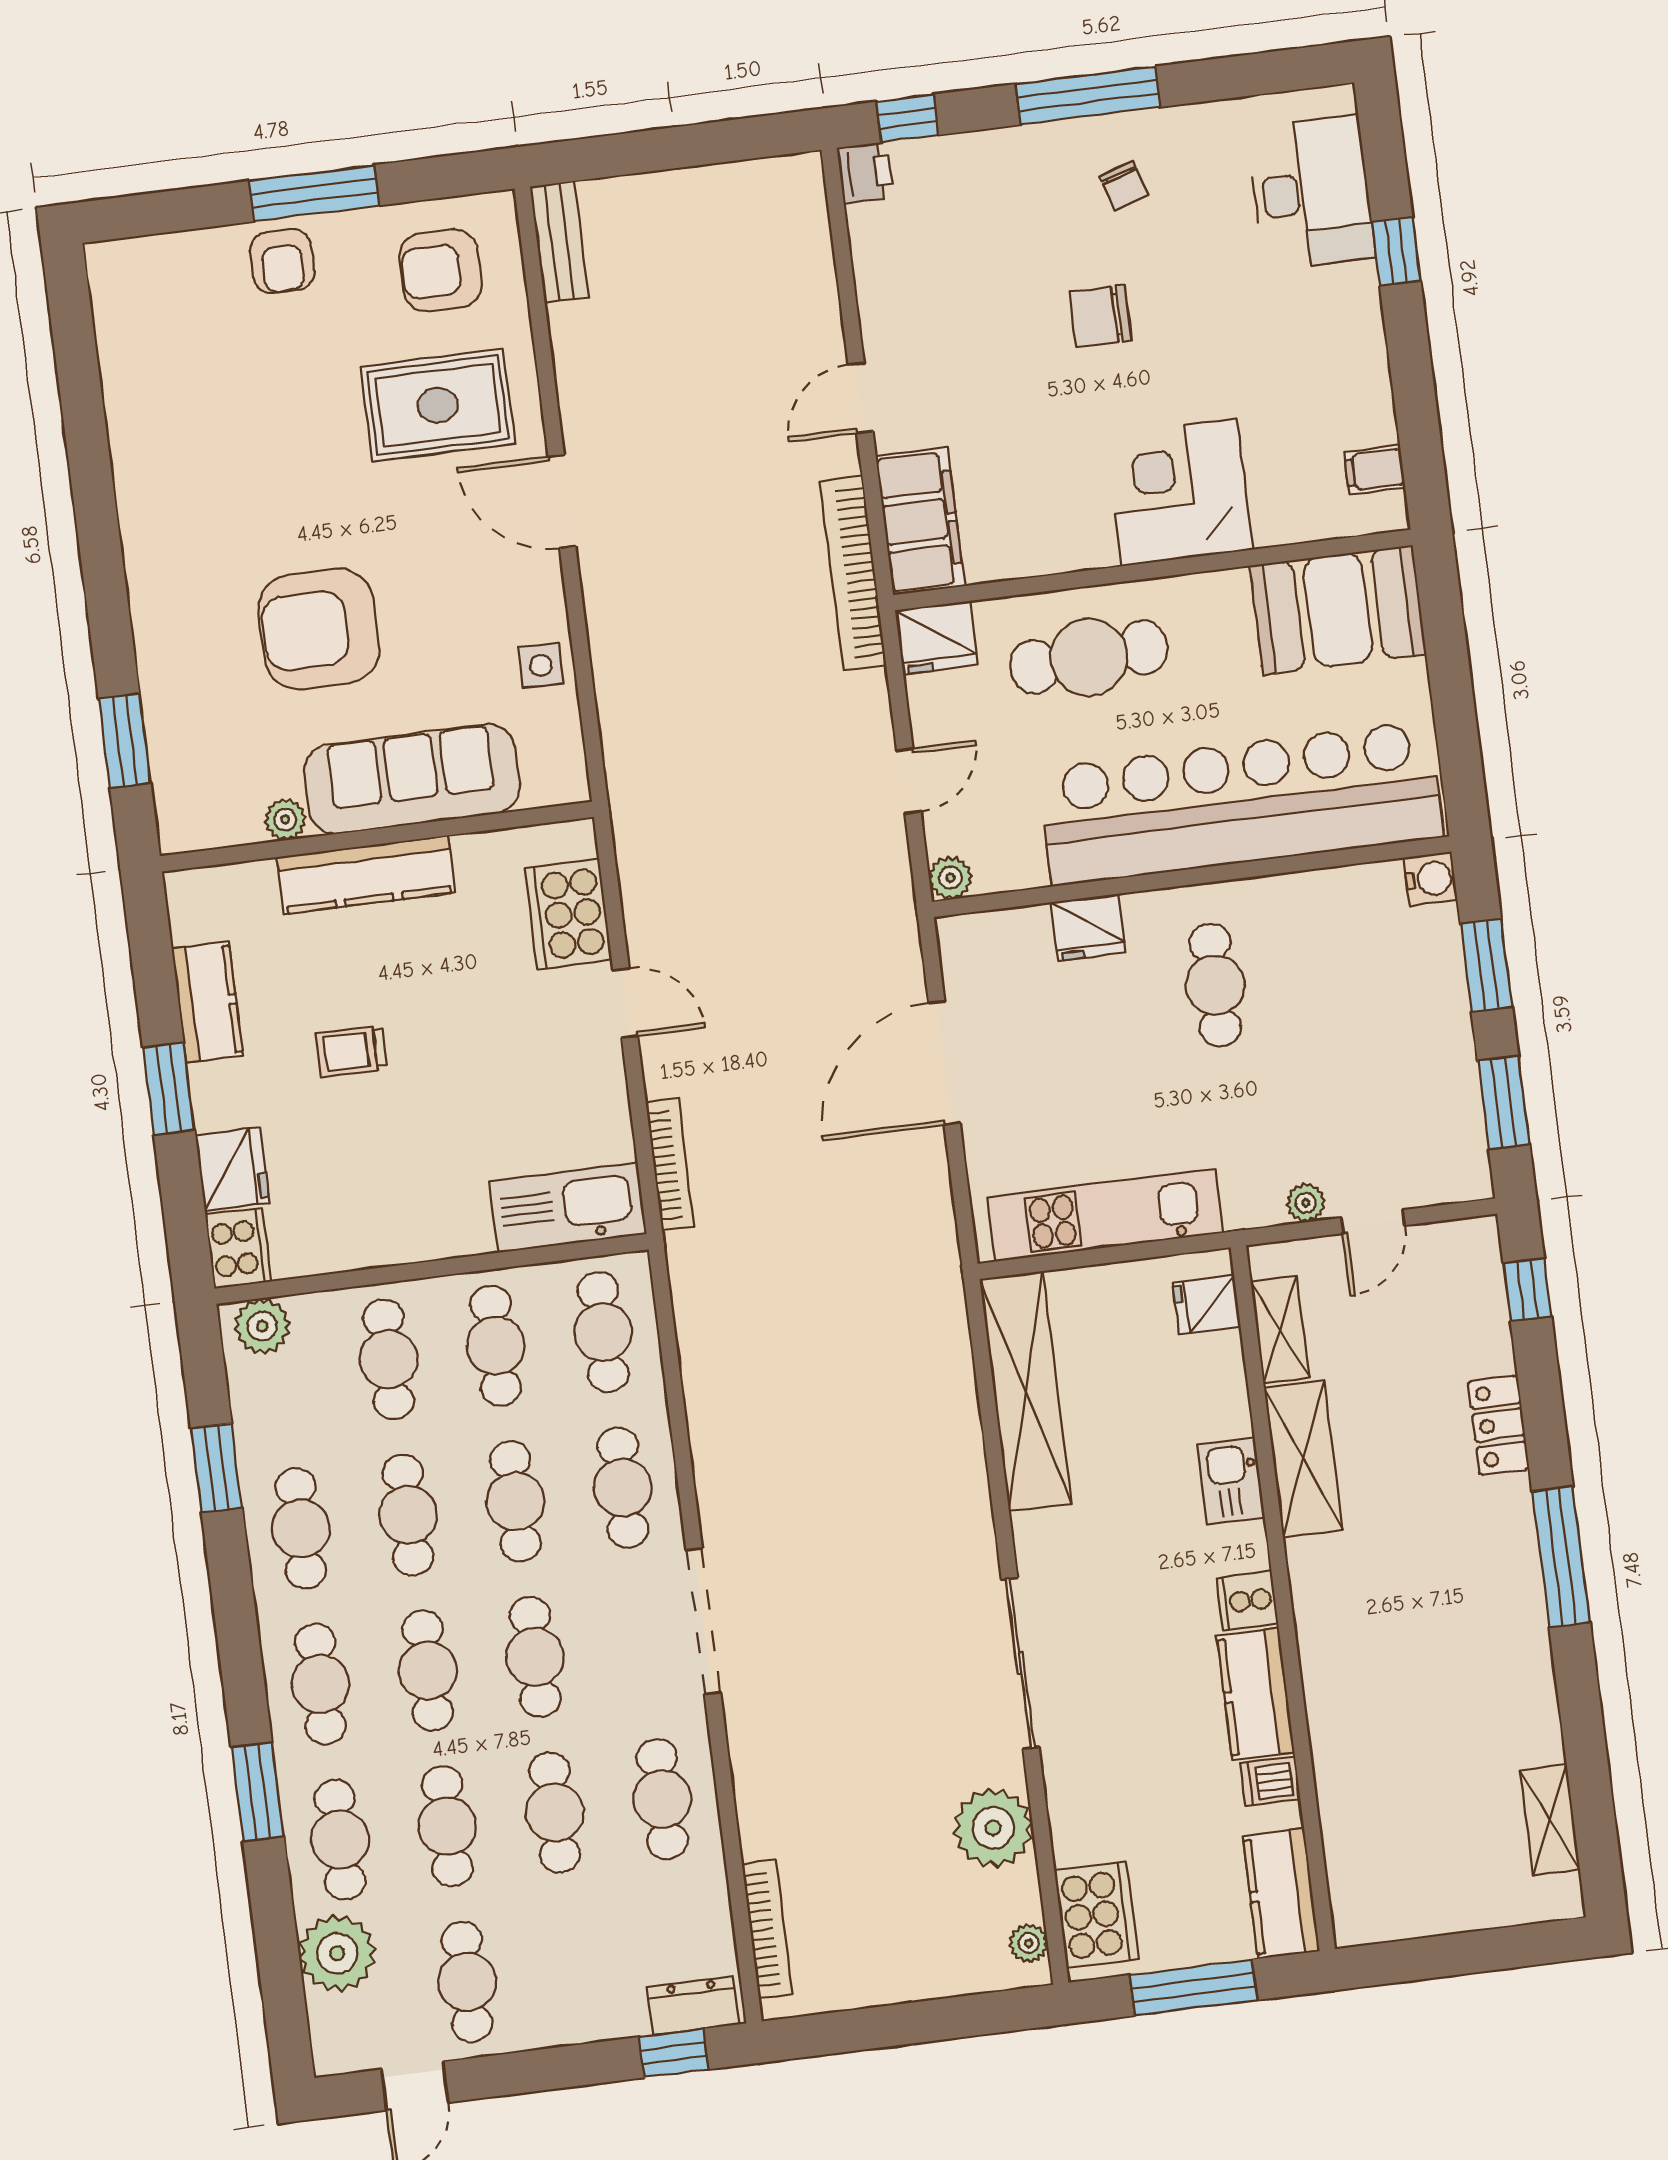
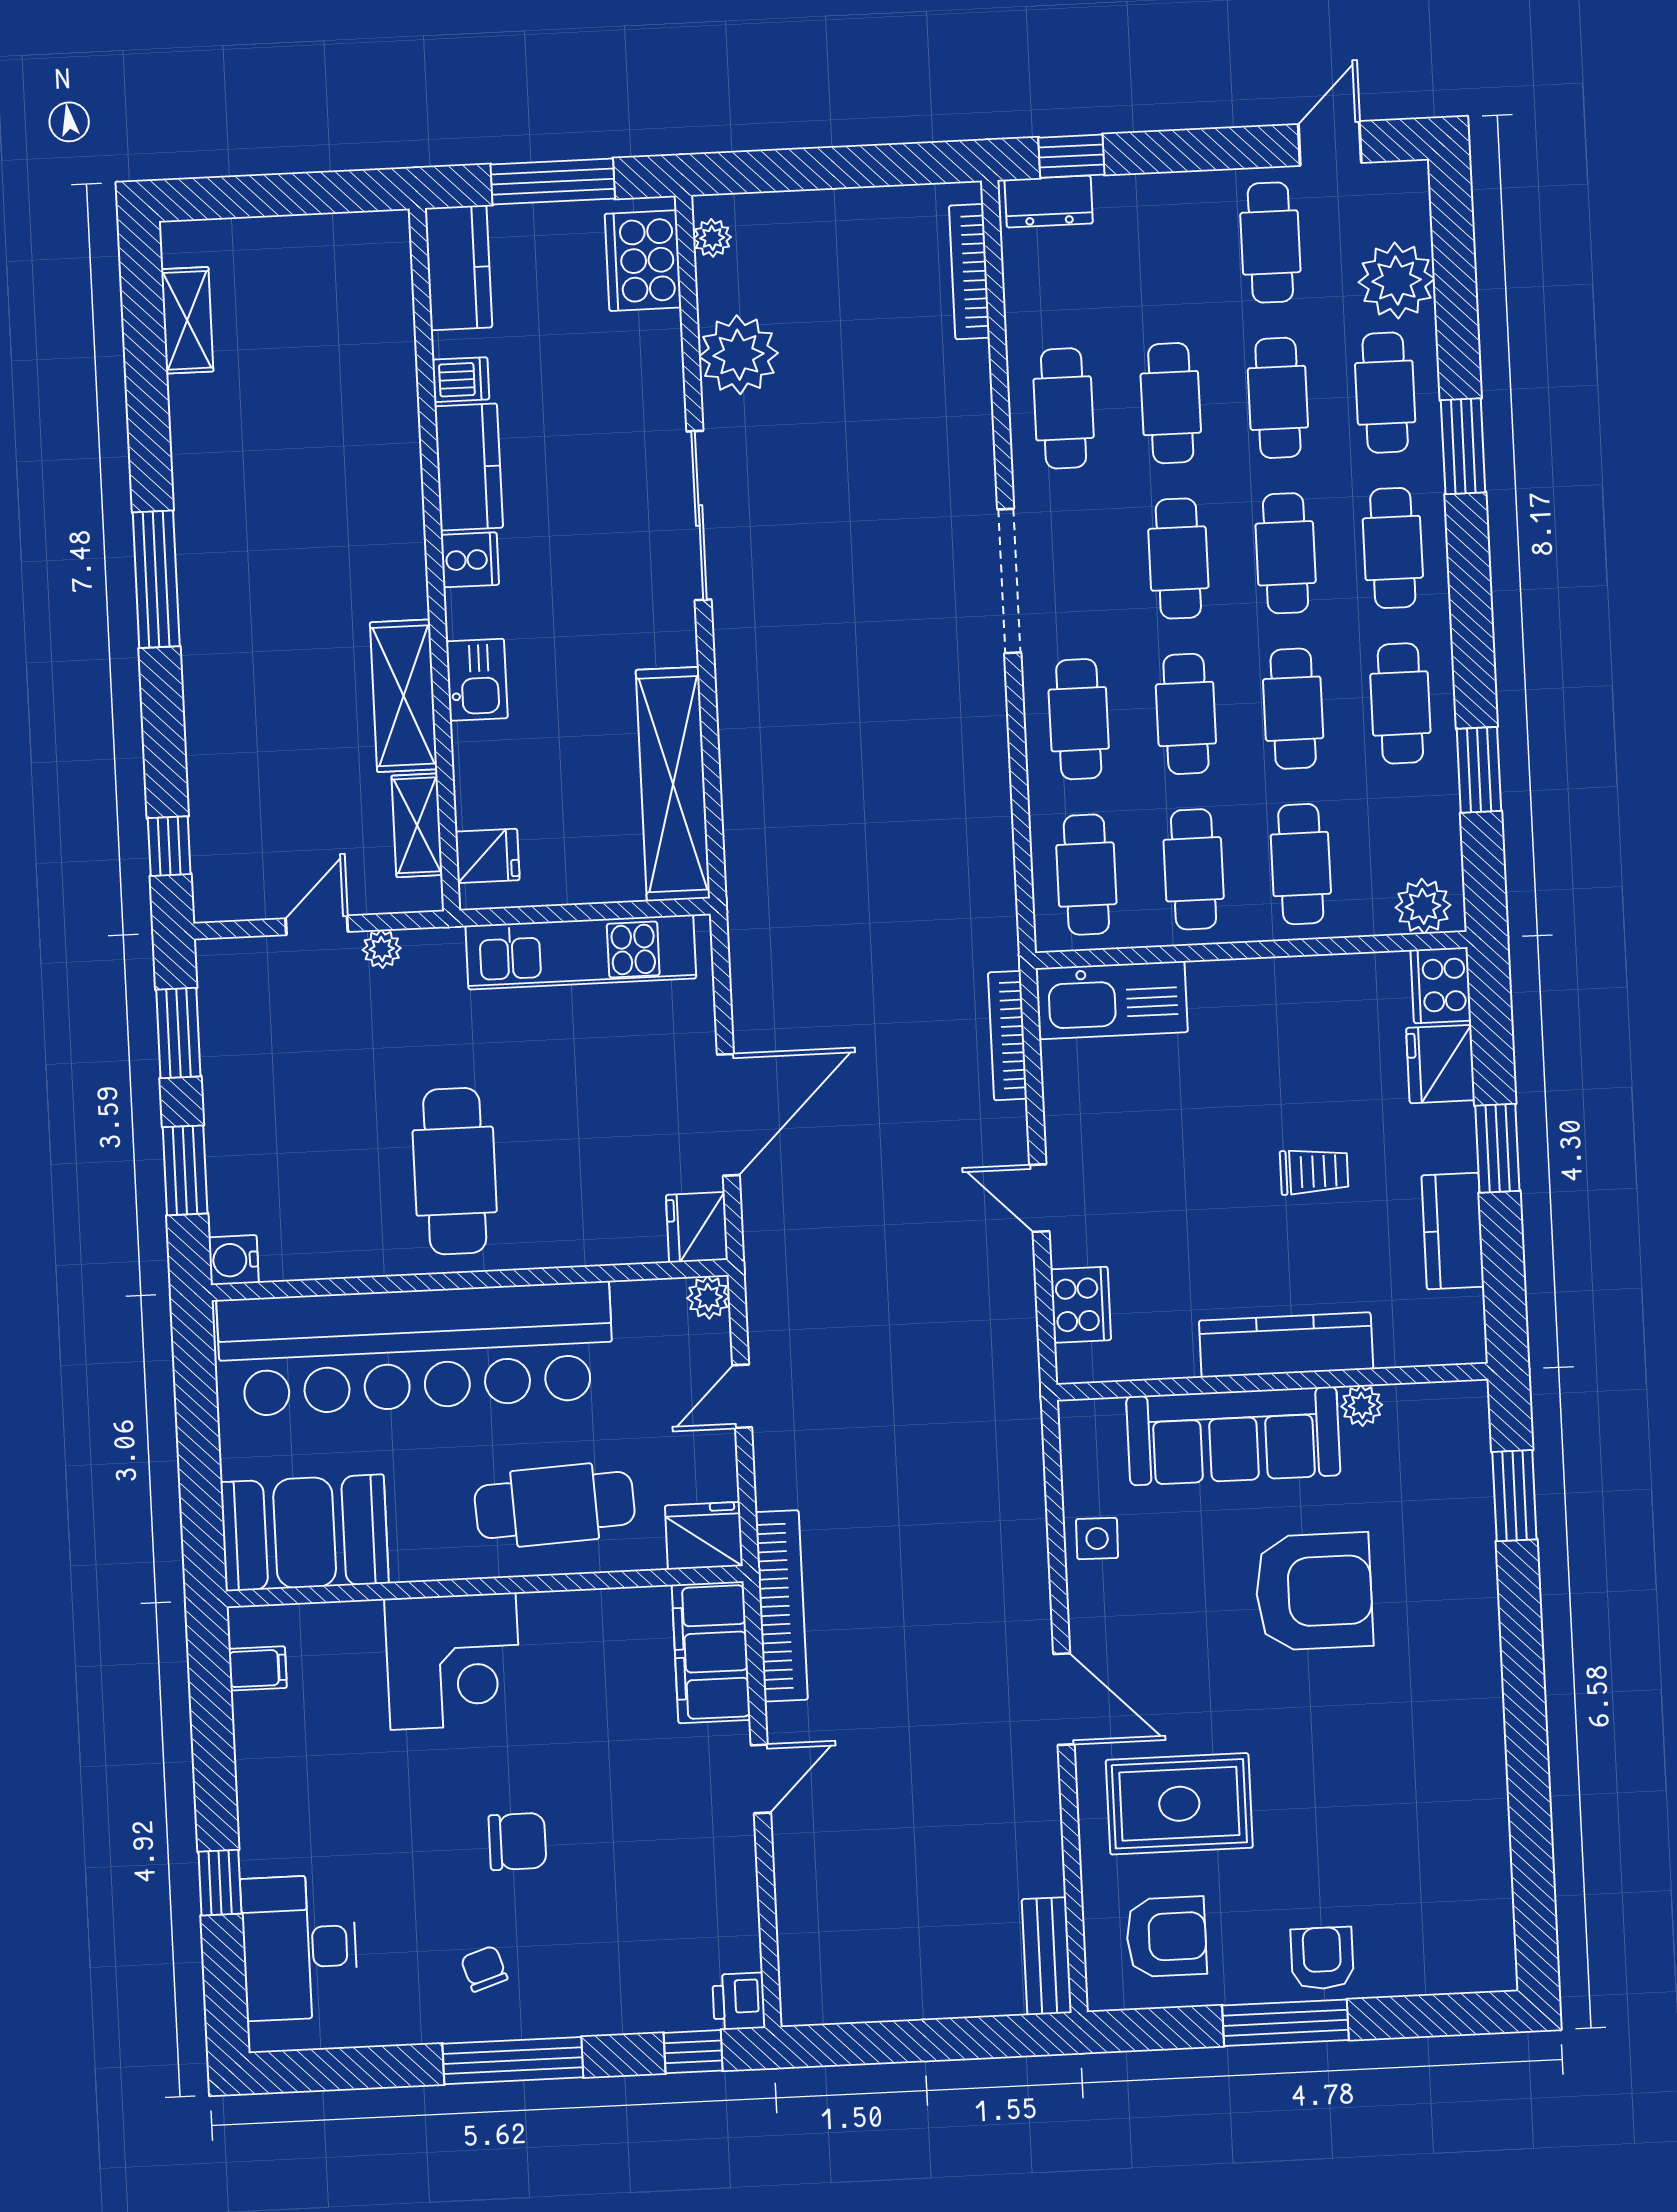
cooker: (568, 914) -> (1081, 1305), width x0.73, depth x0.76
fridge: (1088, 927) -> (697, 1227), moved, turned -90
cafe table: (1215, 985) -> (455, 1171), width x1.37, depth x1.35
locker: (1499, 1425) -> (208, 714), removed

